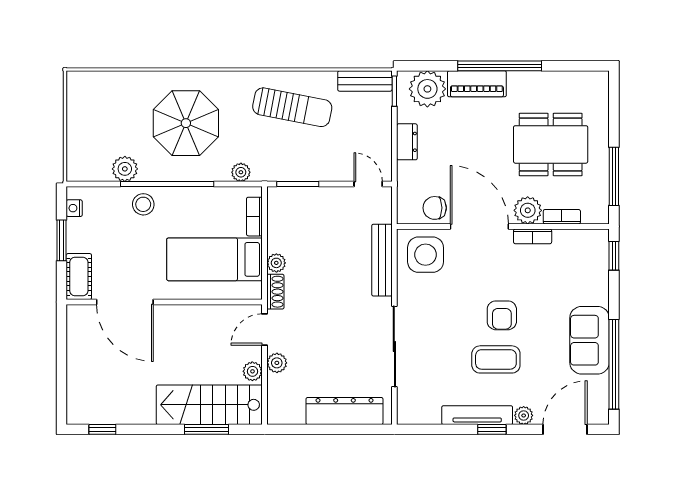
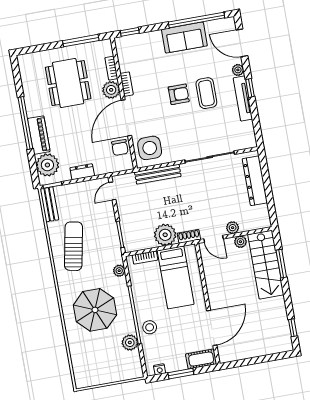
plant: (276, 263) -> (165, 235), width x1.88, depth x1.88

